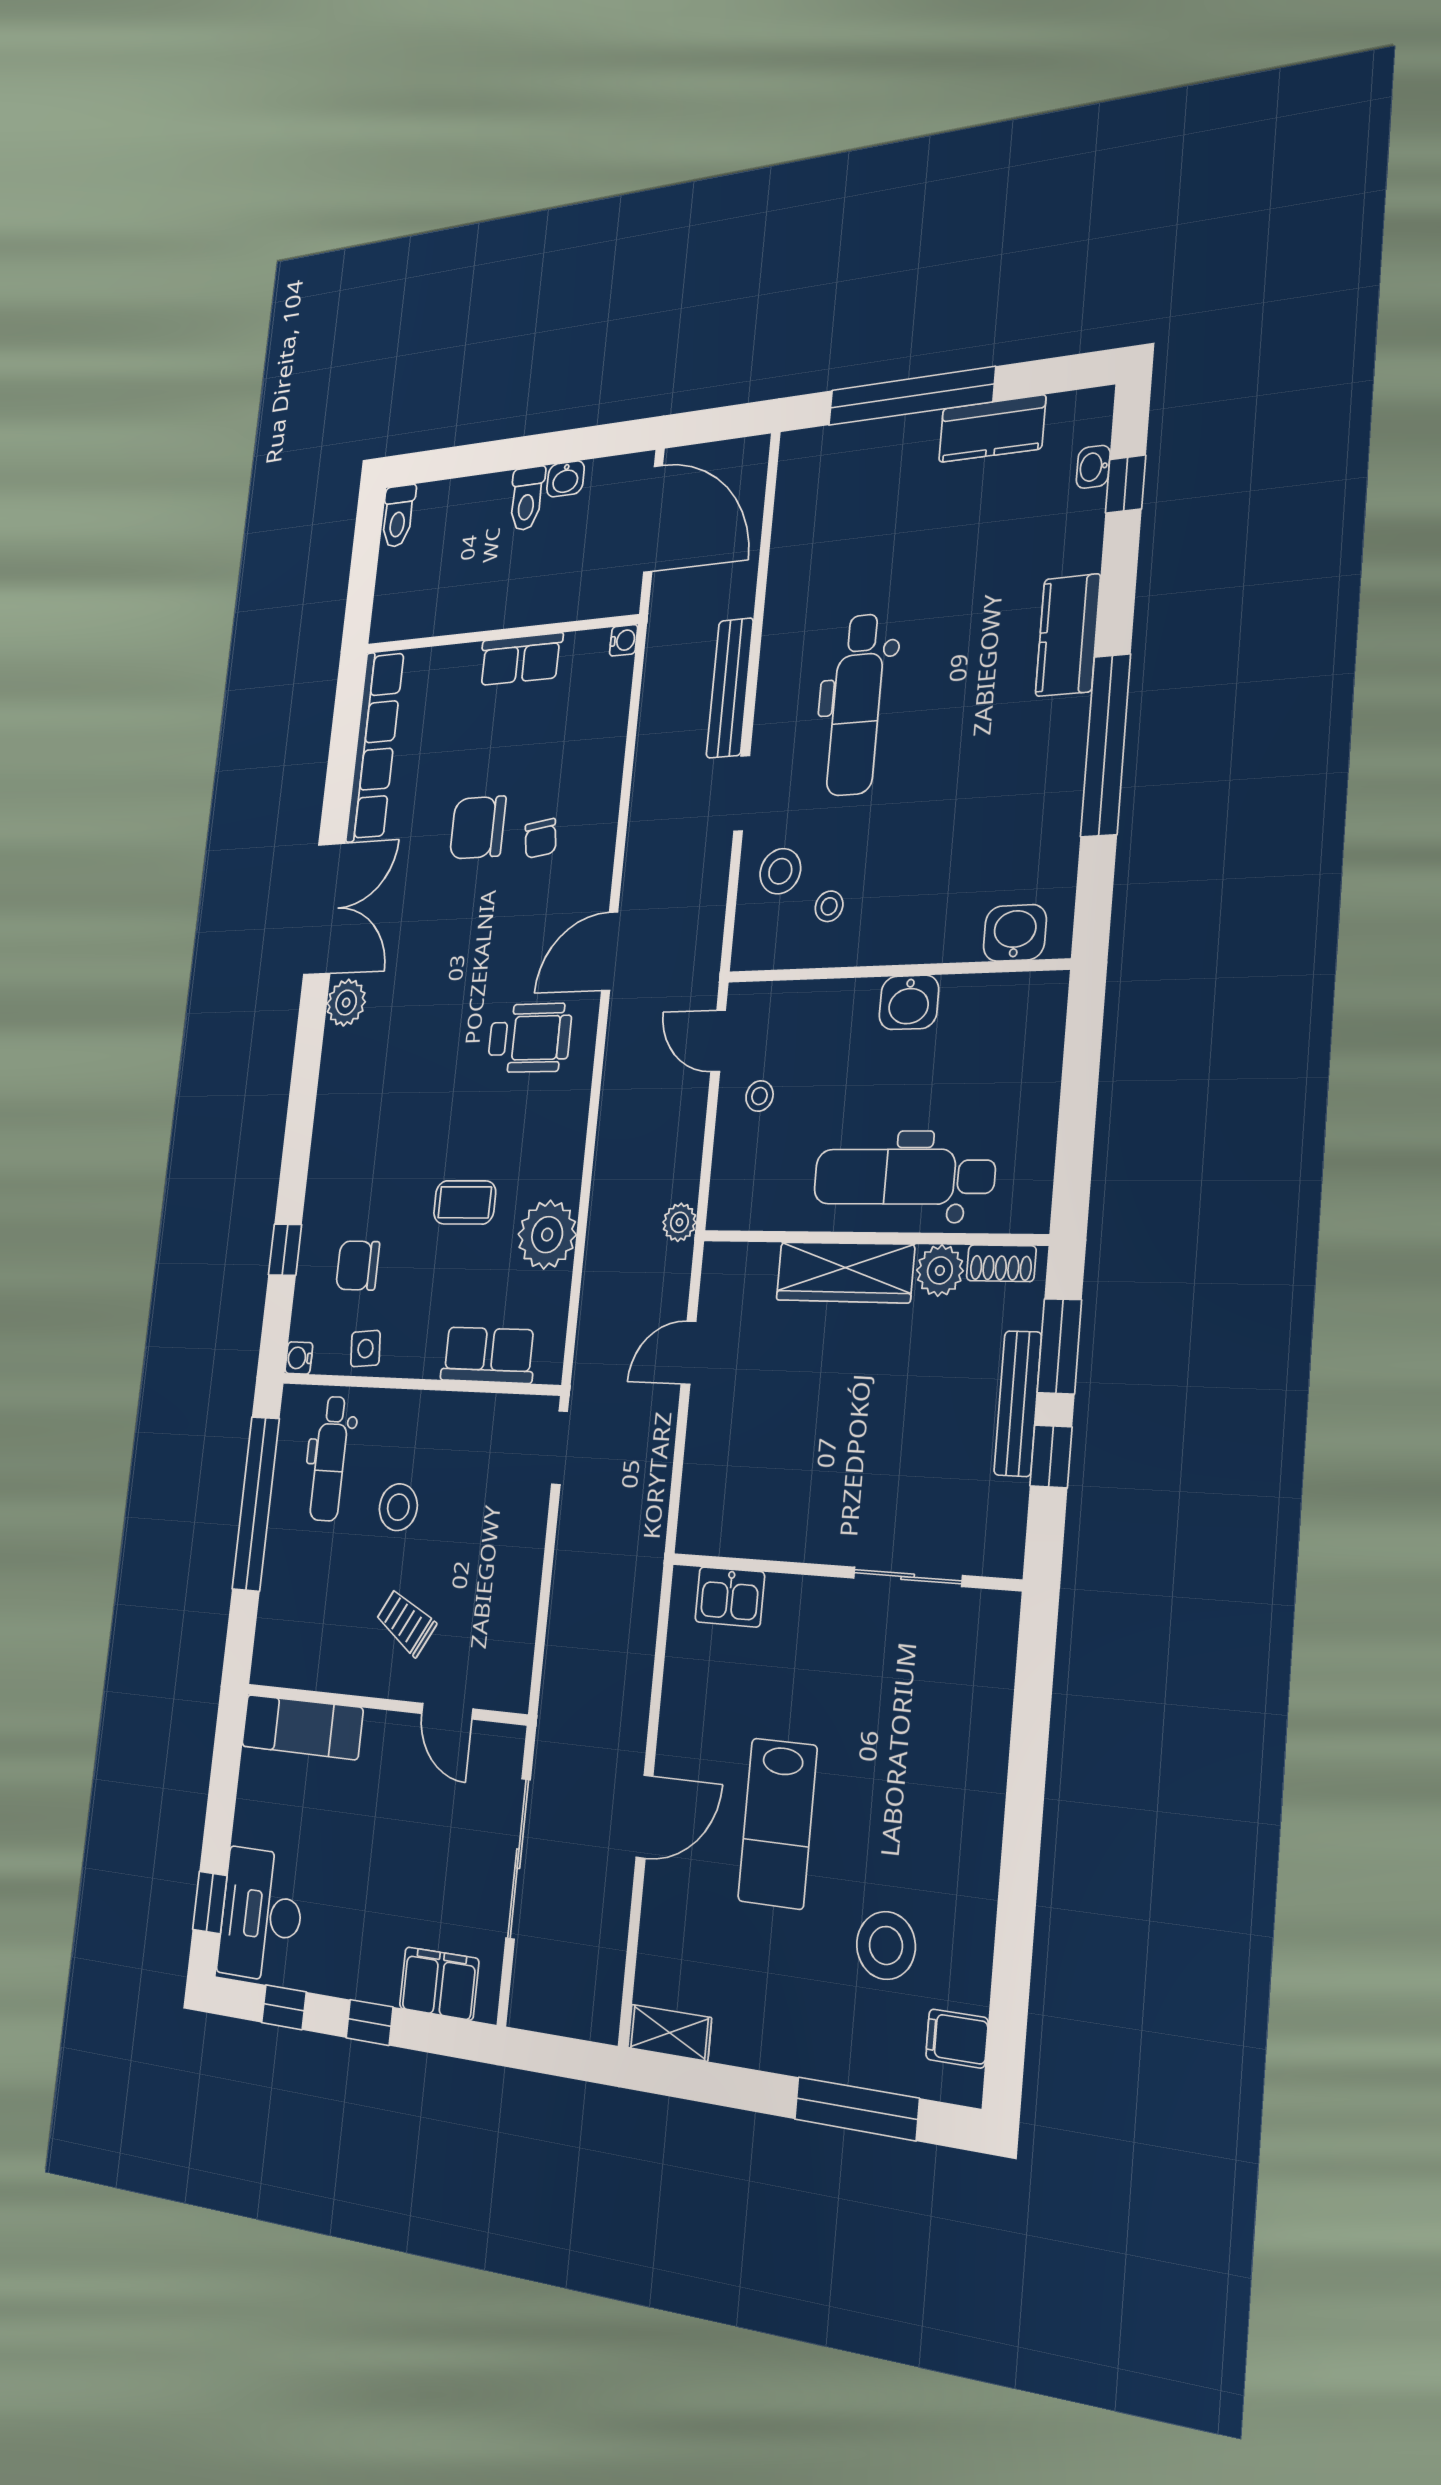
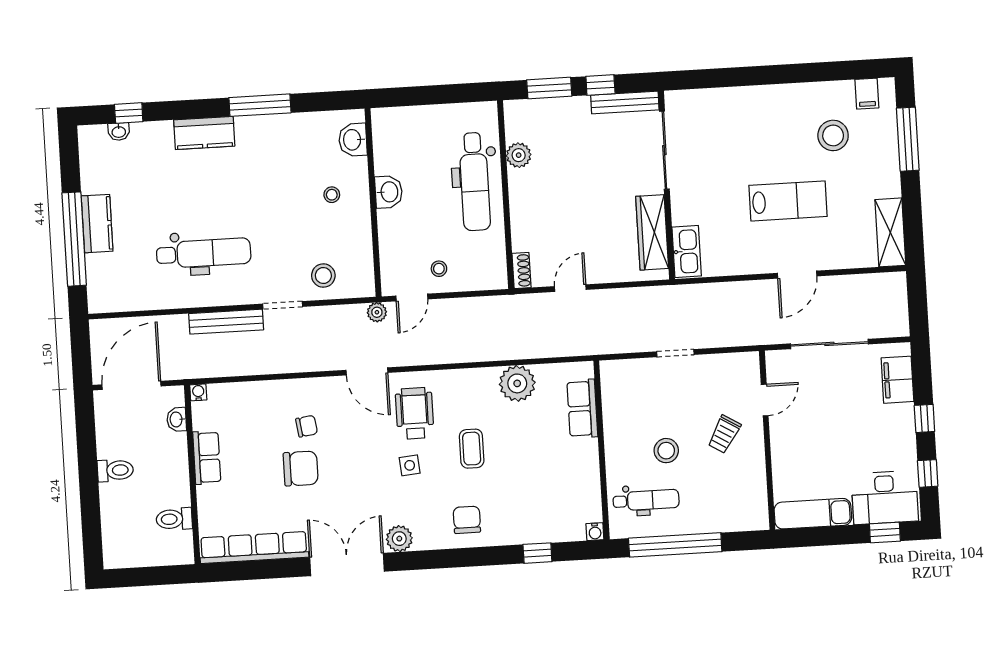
kitchen counter: (992, 429) -> (97, 224), moved
washbasin: (565, 479) -> (177, 419), moved, turned 180
toilet: (398, 516) -> (174, 519), moved, turned 180
dental chair: (856, 705) -> (204, 253), moved
window: (1106, 745) -> (260, 105), width x0.68
chair: (478, 827) -> (301, 468), turned -90
stool: (829, 906) -> (332, 195), moved
coffee table: (465, 1202) -> (472, 449), moved
plant: (679, 1222) -> (377, 312), moved
shoe rack: (1001, 1263) -> (522, 271), moved
chair: (358, 1266) -> (467, 520), moved, turned 180
wardrobe: (845, 1272) -> (652, 232), moved, turned 180
side table: (365, 1349) -> (410, 465), moved
door: (689, 1353) -> (570, 288), swing flipped
bench: (1018, 1403) -> (625, 102), moved
doorway: (560, 1448) -> (675, 353), moved
sliding door: (908, 1577) -> (664, 150), width x1.37
kitchen sink: (730, 1597) -> (687, 251), width x1.38
exam couch: (302, 1727) -> (813, 514), moved, turned -90
door: (645, 1817) -> (797, 275), swing flipped
shelving: (669, 2033) -> (890, 232), width x1.50, depth x1.33

